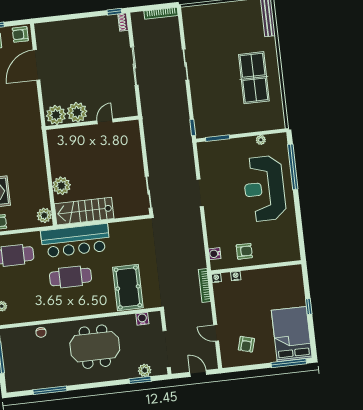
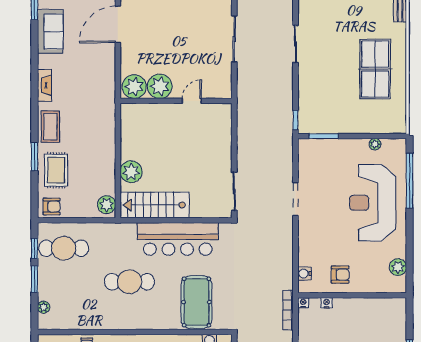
plant: (291, 240) -> (398, 267), added
bar counter: (75, 241) -> (178, 239), moved

